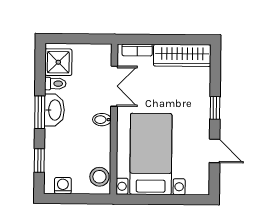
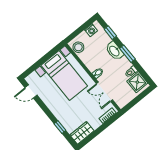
wardrobe: (182, 55) -> (82, 133), width x0.67
window: (215, 108) -> (60, 127), moved
washbasin: (54, 110) -> (115, 51), moved
door: (215, 151) -> (31, 91), moved

